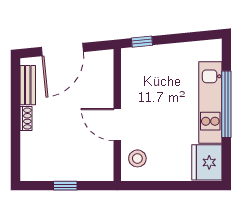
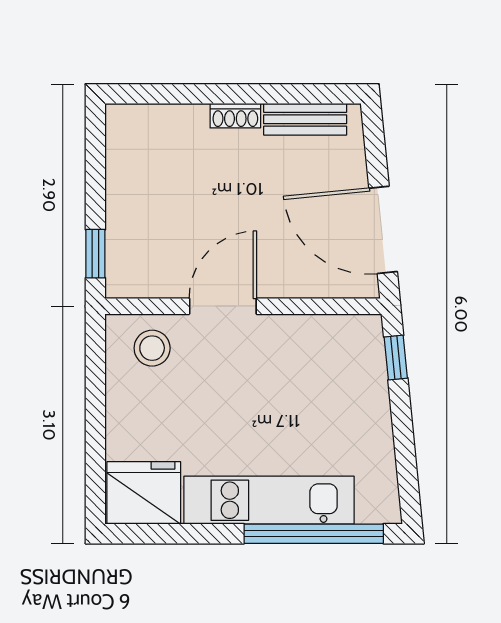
door: (62, 49) -> (383, 230), moved
window: (226, 104) -> (314, 534), moved
window: (65, 186) -> (95, 254), moved

